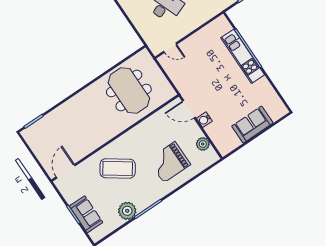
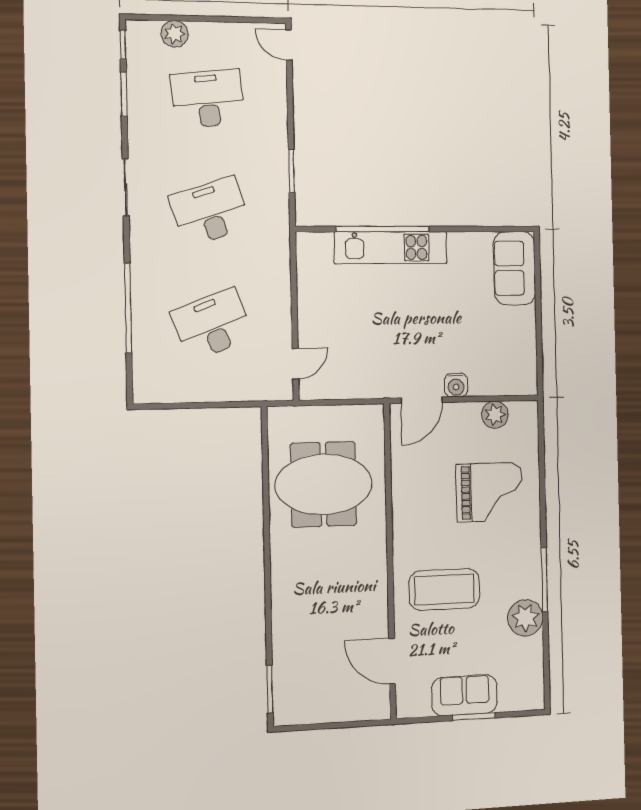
sofa: (252, 125) -> (515, 268), moved
grand piano: (169, 162) -> (489, 492), turned -90
coffee table: (118, 168) -> (444, 589), turned 55
door: (66, 171) -> (392, 661), moved
sofa: (86, 214) -> (464, 695), moved

